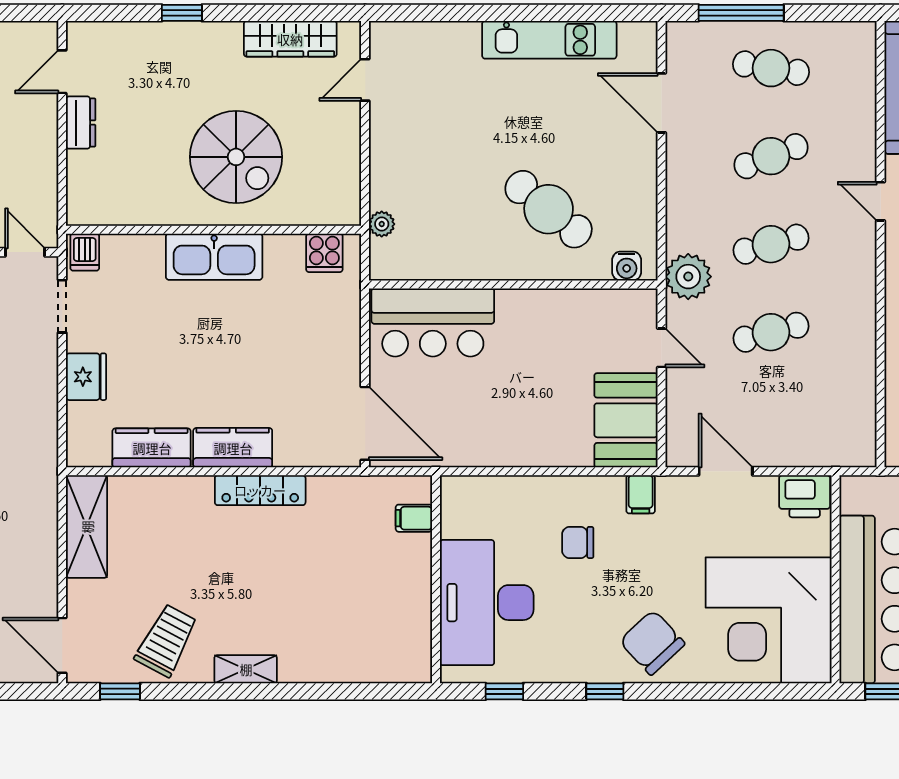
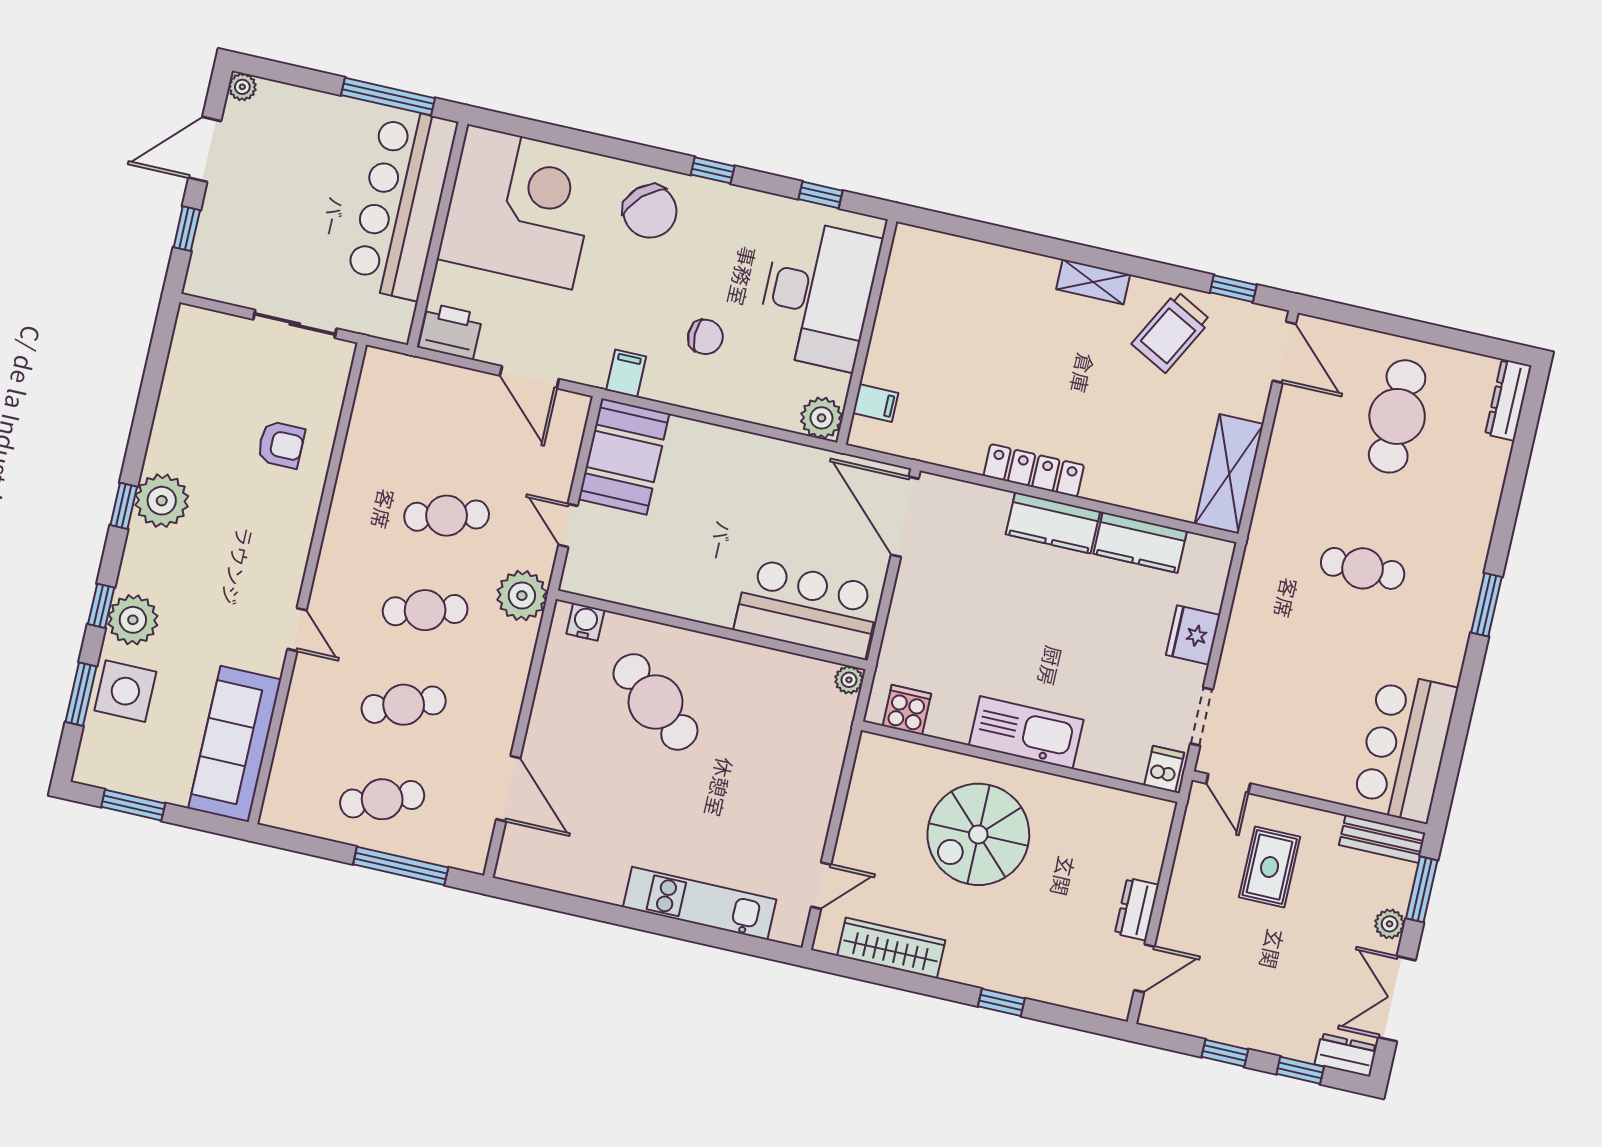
kitchen unit: (549, 40) -> (700, 903), moved
cafe table: (771, 68) -> (382, 799), turned -30
spiral stairs: (236, 157) -> (978, 834), turned -90
plant: (382, 224) -> (849, 680), moved
plant: (459, 494) -> (822, 418), added

